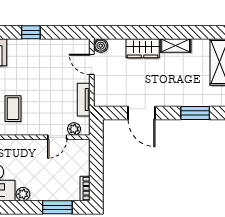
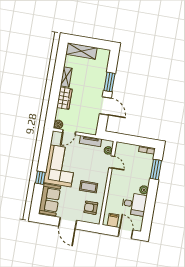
window: (31, 32) -> (40, 178), moved
corner sofa: (38, 60) -> (61, 166), added
door: (142, 113) -> (105, 106), hinge flipped
window: (195, 113) -> (109, 82), moved

